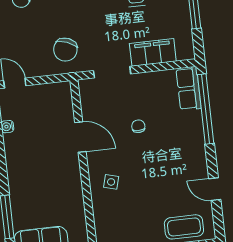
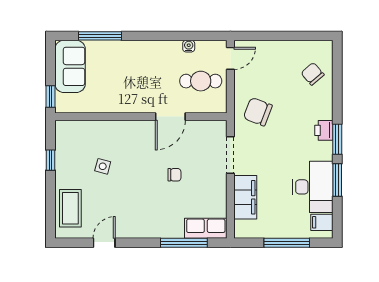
window: (206, 109) -> (184, 243), width x0.68
cafe table: (41, 111) -> (201, 81), added
side table: (111, 182) -> (103, 166), moved

